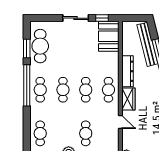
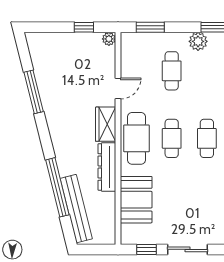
booth: (109, 36) -> (136, 200), moved
cafe table: (108, 90) -> (136, 138), width x1.37, depth x1.35
door: (120, 122) -> (118, 88), swing flipped

